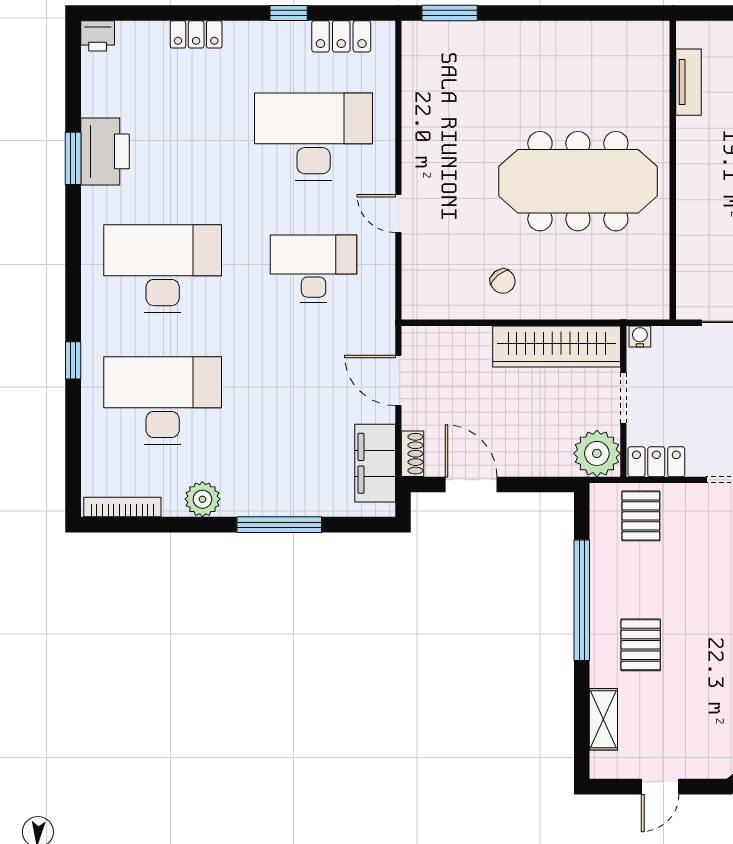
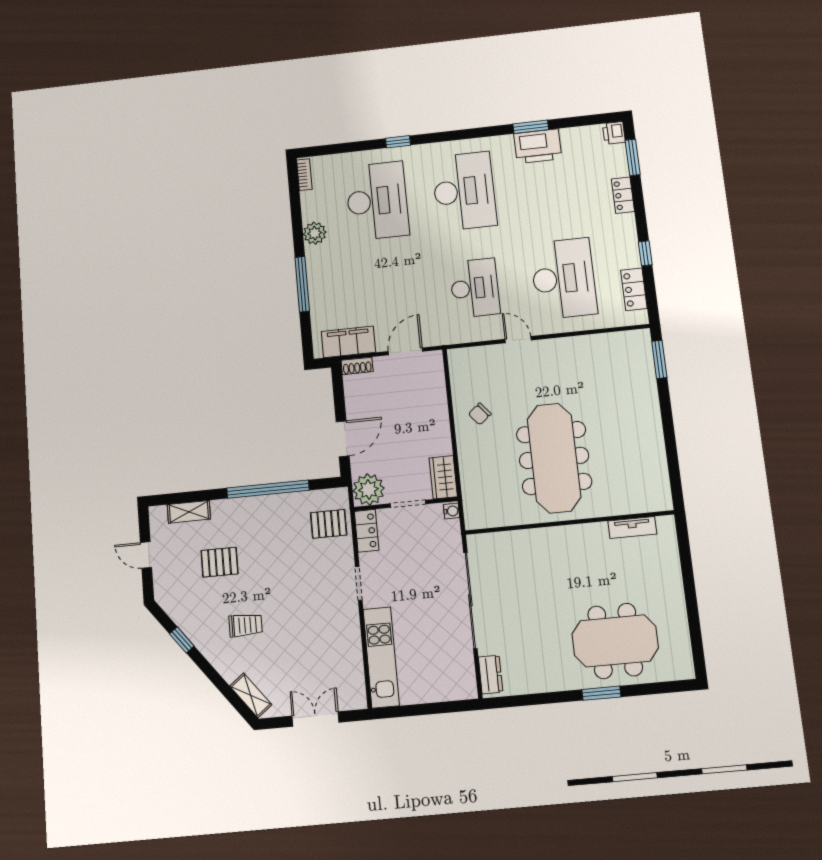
window: (139, 13) -> (633, 157), added
door: (398, 213) -> (518, 340), hinge flipped
wardrobe: (557, 346) -> (443, 477), width x0.48, depth x0.85
door: (471, 485) -> (343, 439), moved
bookcase: (122, 507) -> (304, 175), width x0.64
pallet: (641, 645) -> (220, 562), moved

